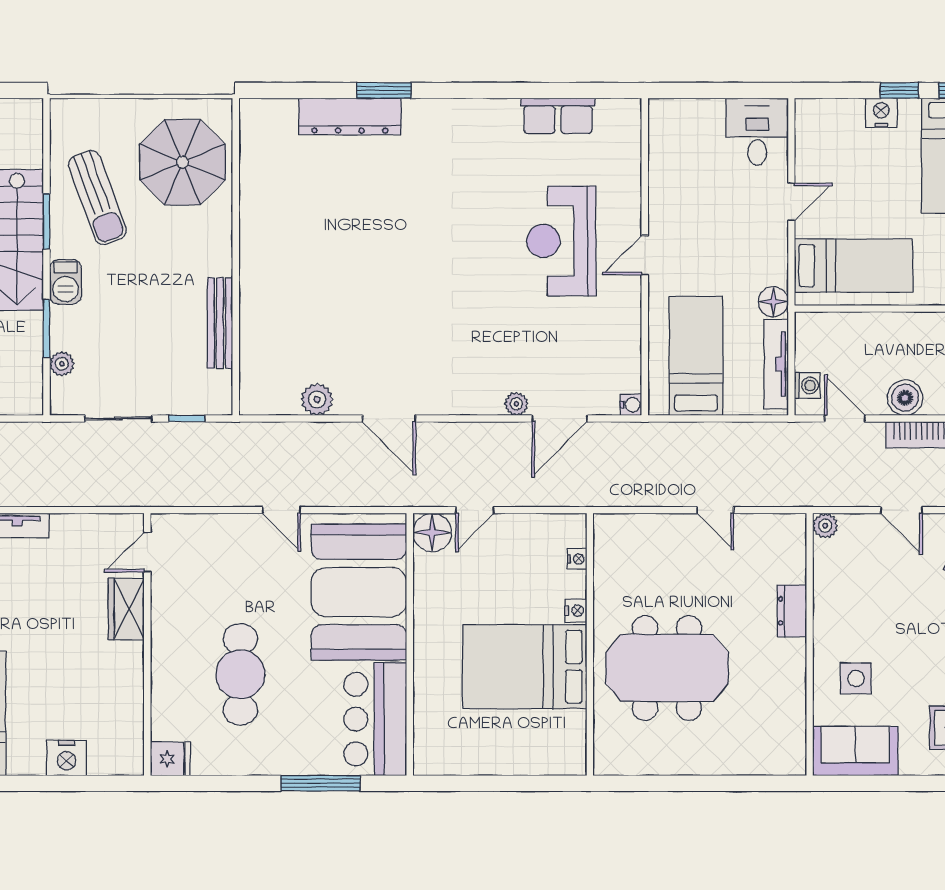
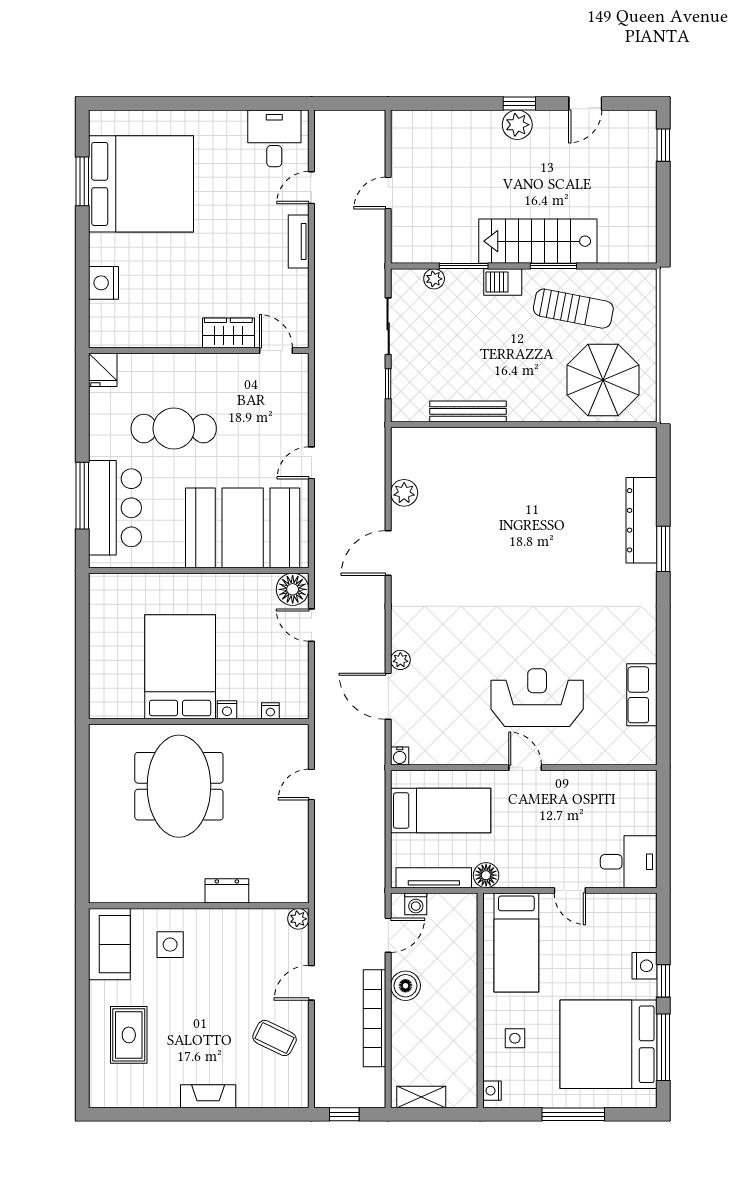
sun lounger: (97, 198) -> (573, 309), turned -149
door: (715, 510) -> (311, 785), moved
bar counter: (375, 719) -> (115, 508), moved, turned 90

